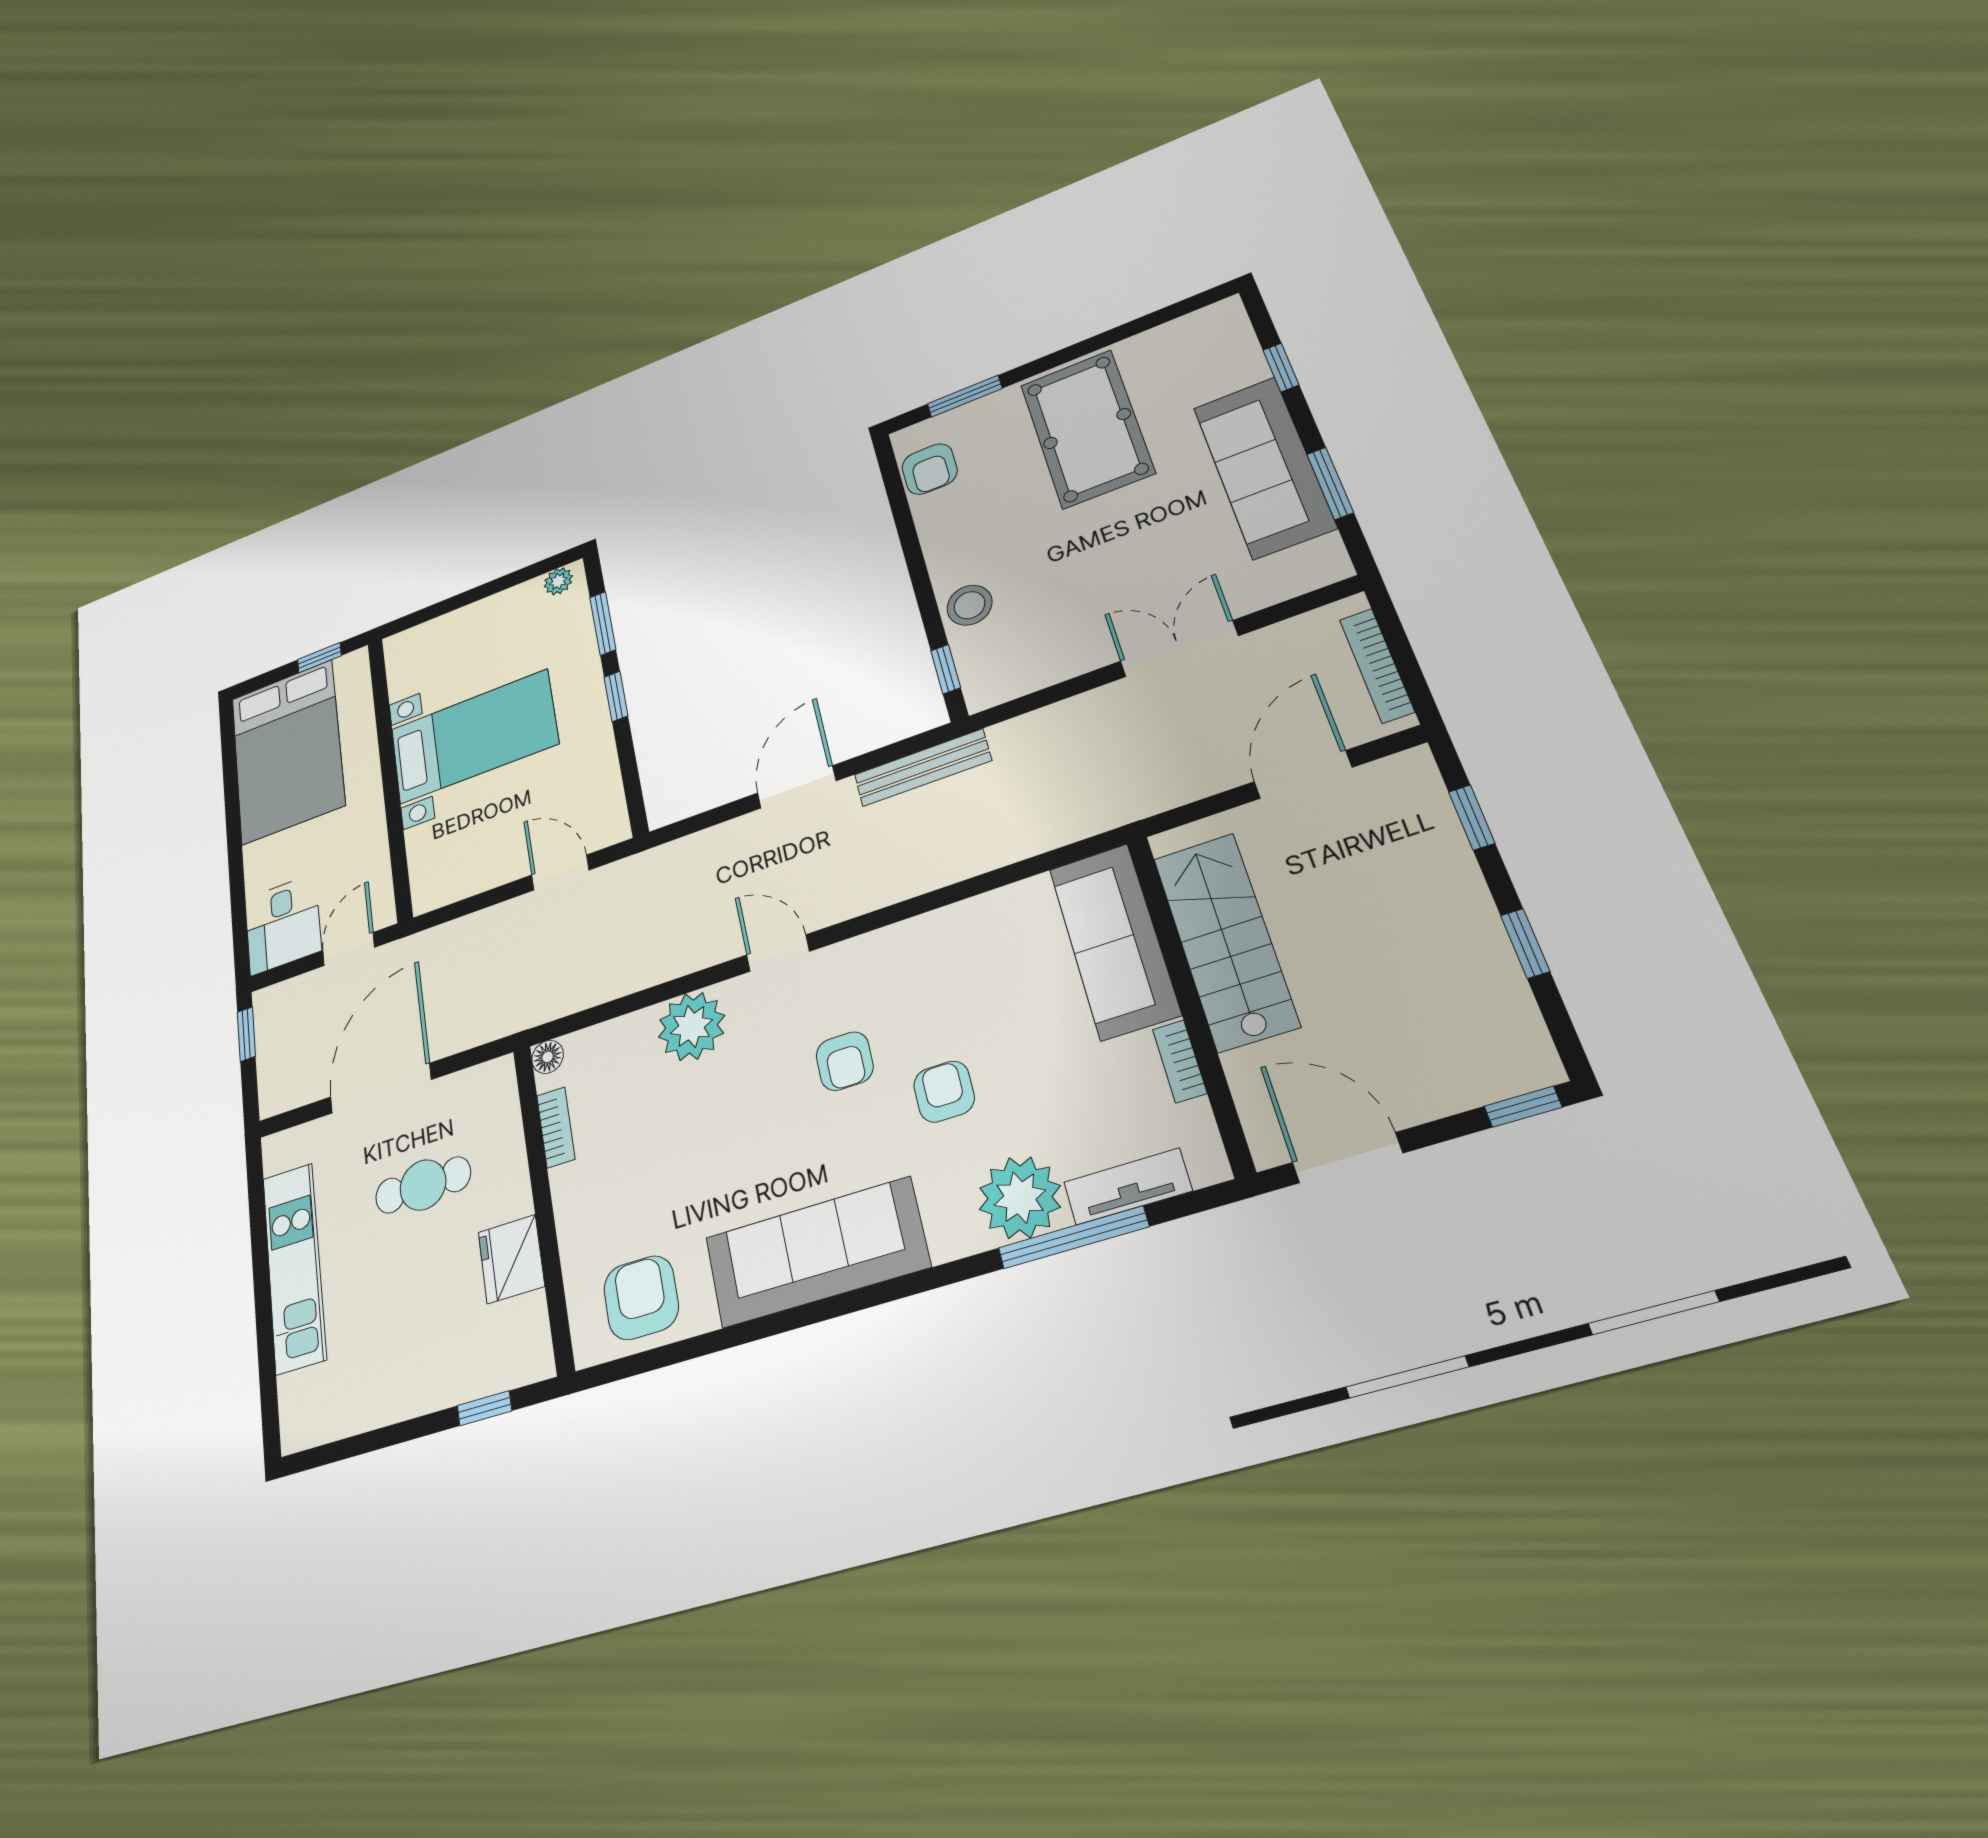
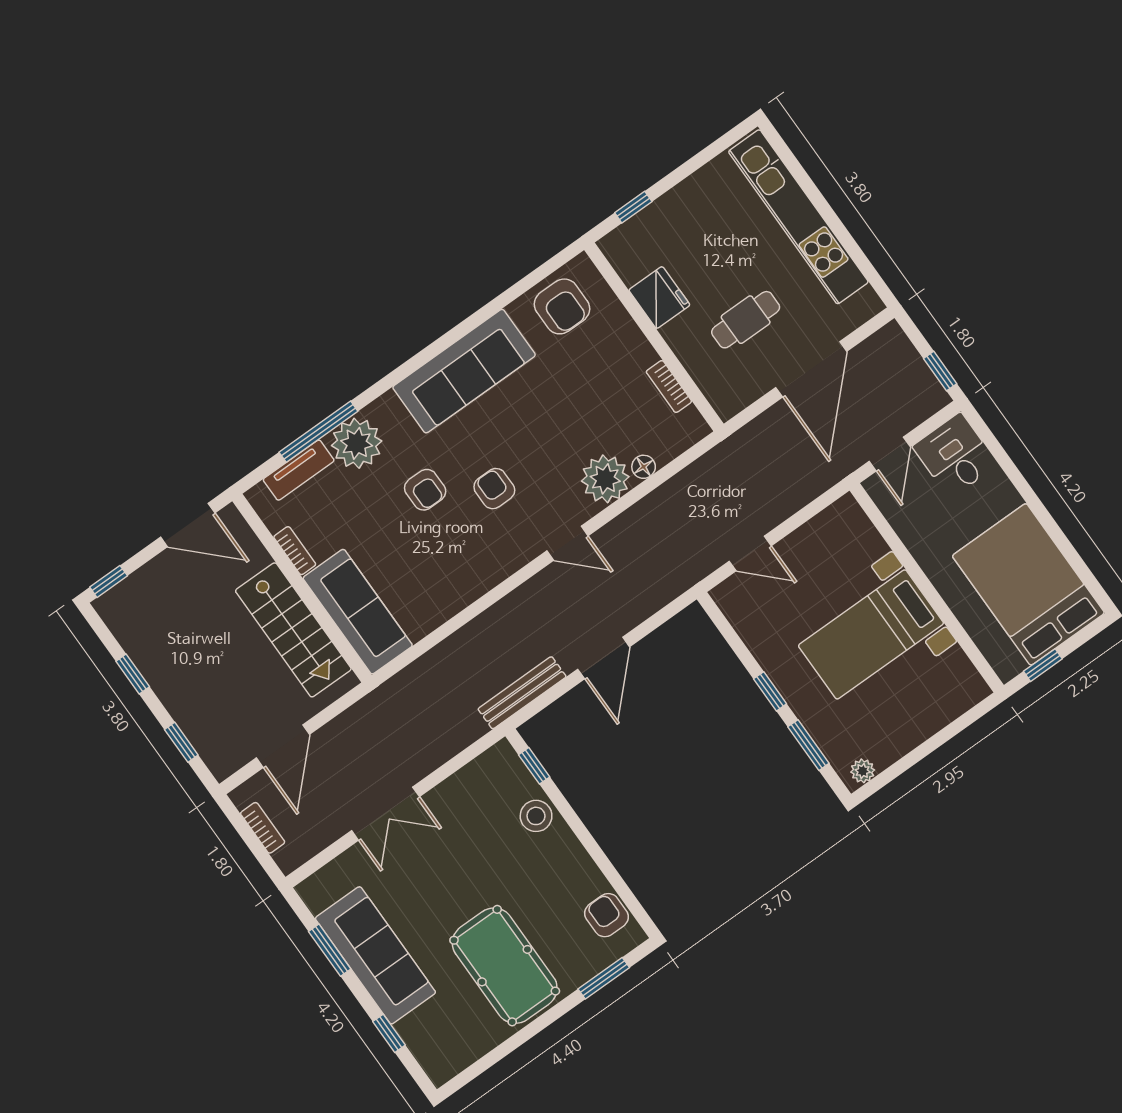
bookcase: (1377, 665) -> (263, 828), width x0.64
floor lamp: (548, 1057) -> (644, 467), moved
kitchen unit: (294, 1267) -> (798, 217), width x1.36

